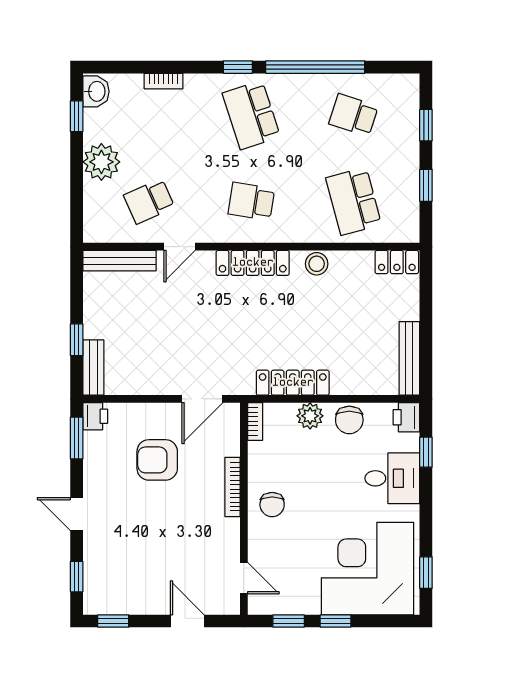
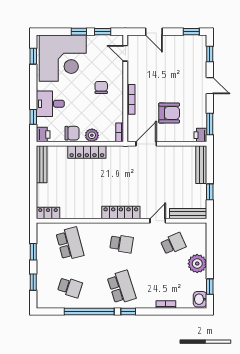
stool: (317, 264) -> (88, 212), removed
window: (77, 340) -> (210, 192), moved
bench: (93, 368) -> (201, 165), width x1.36
locker: (293, 383) -> (87, 152), moved
chair: (349, 420) -> (72, 133), turned 90
chair: (272, 505) -> (101, 87), moved

